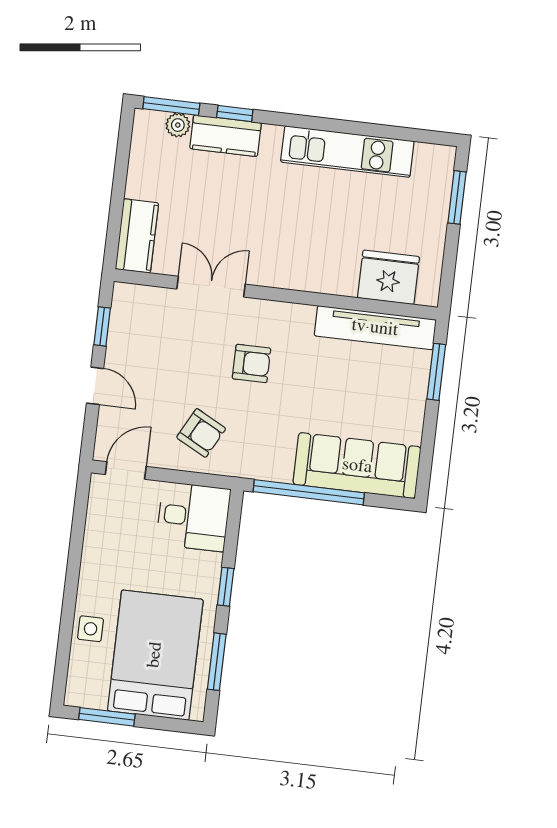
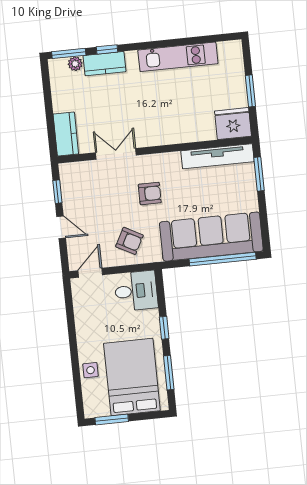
window: (457, 197) -> (250, 91), moved
fridge: (388, 277) -> (233, 124), moved
sofa: (357, 466) -> (211, 237), width x1.36, depth x1.27
window: (309, 492) -> (223, 259), moved

